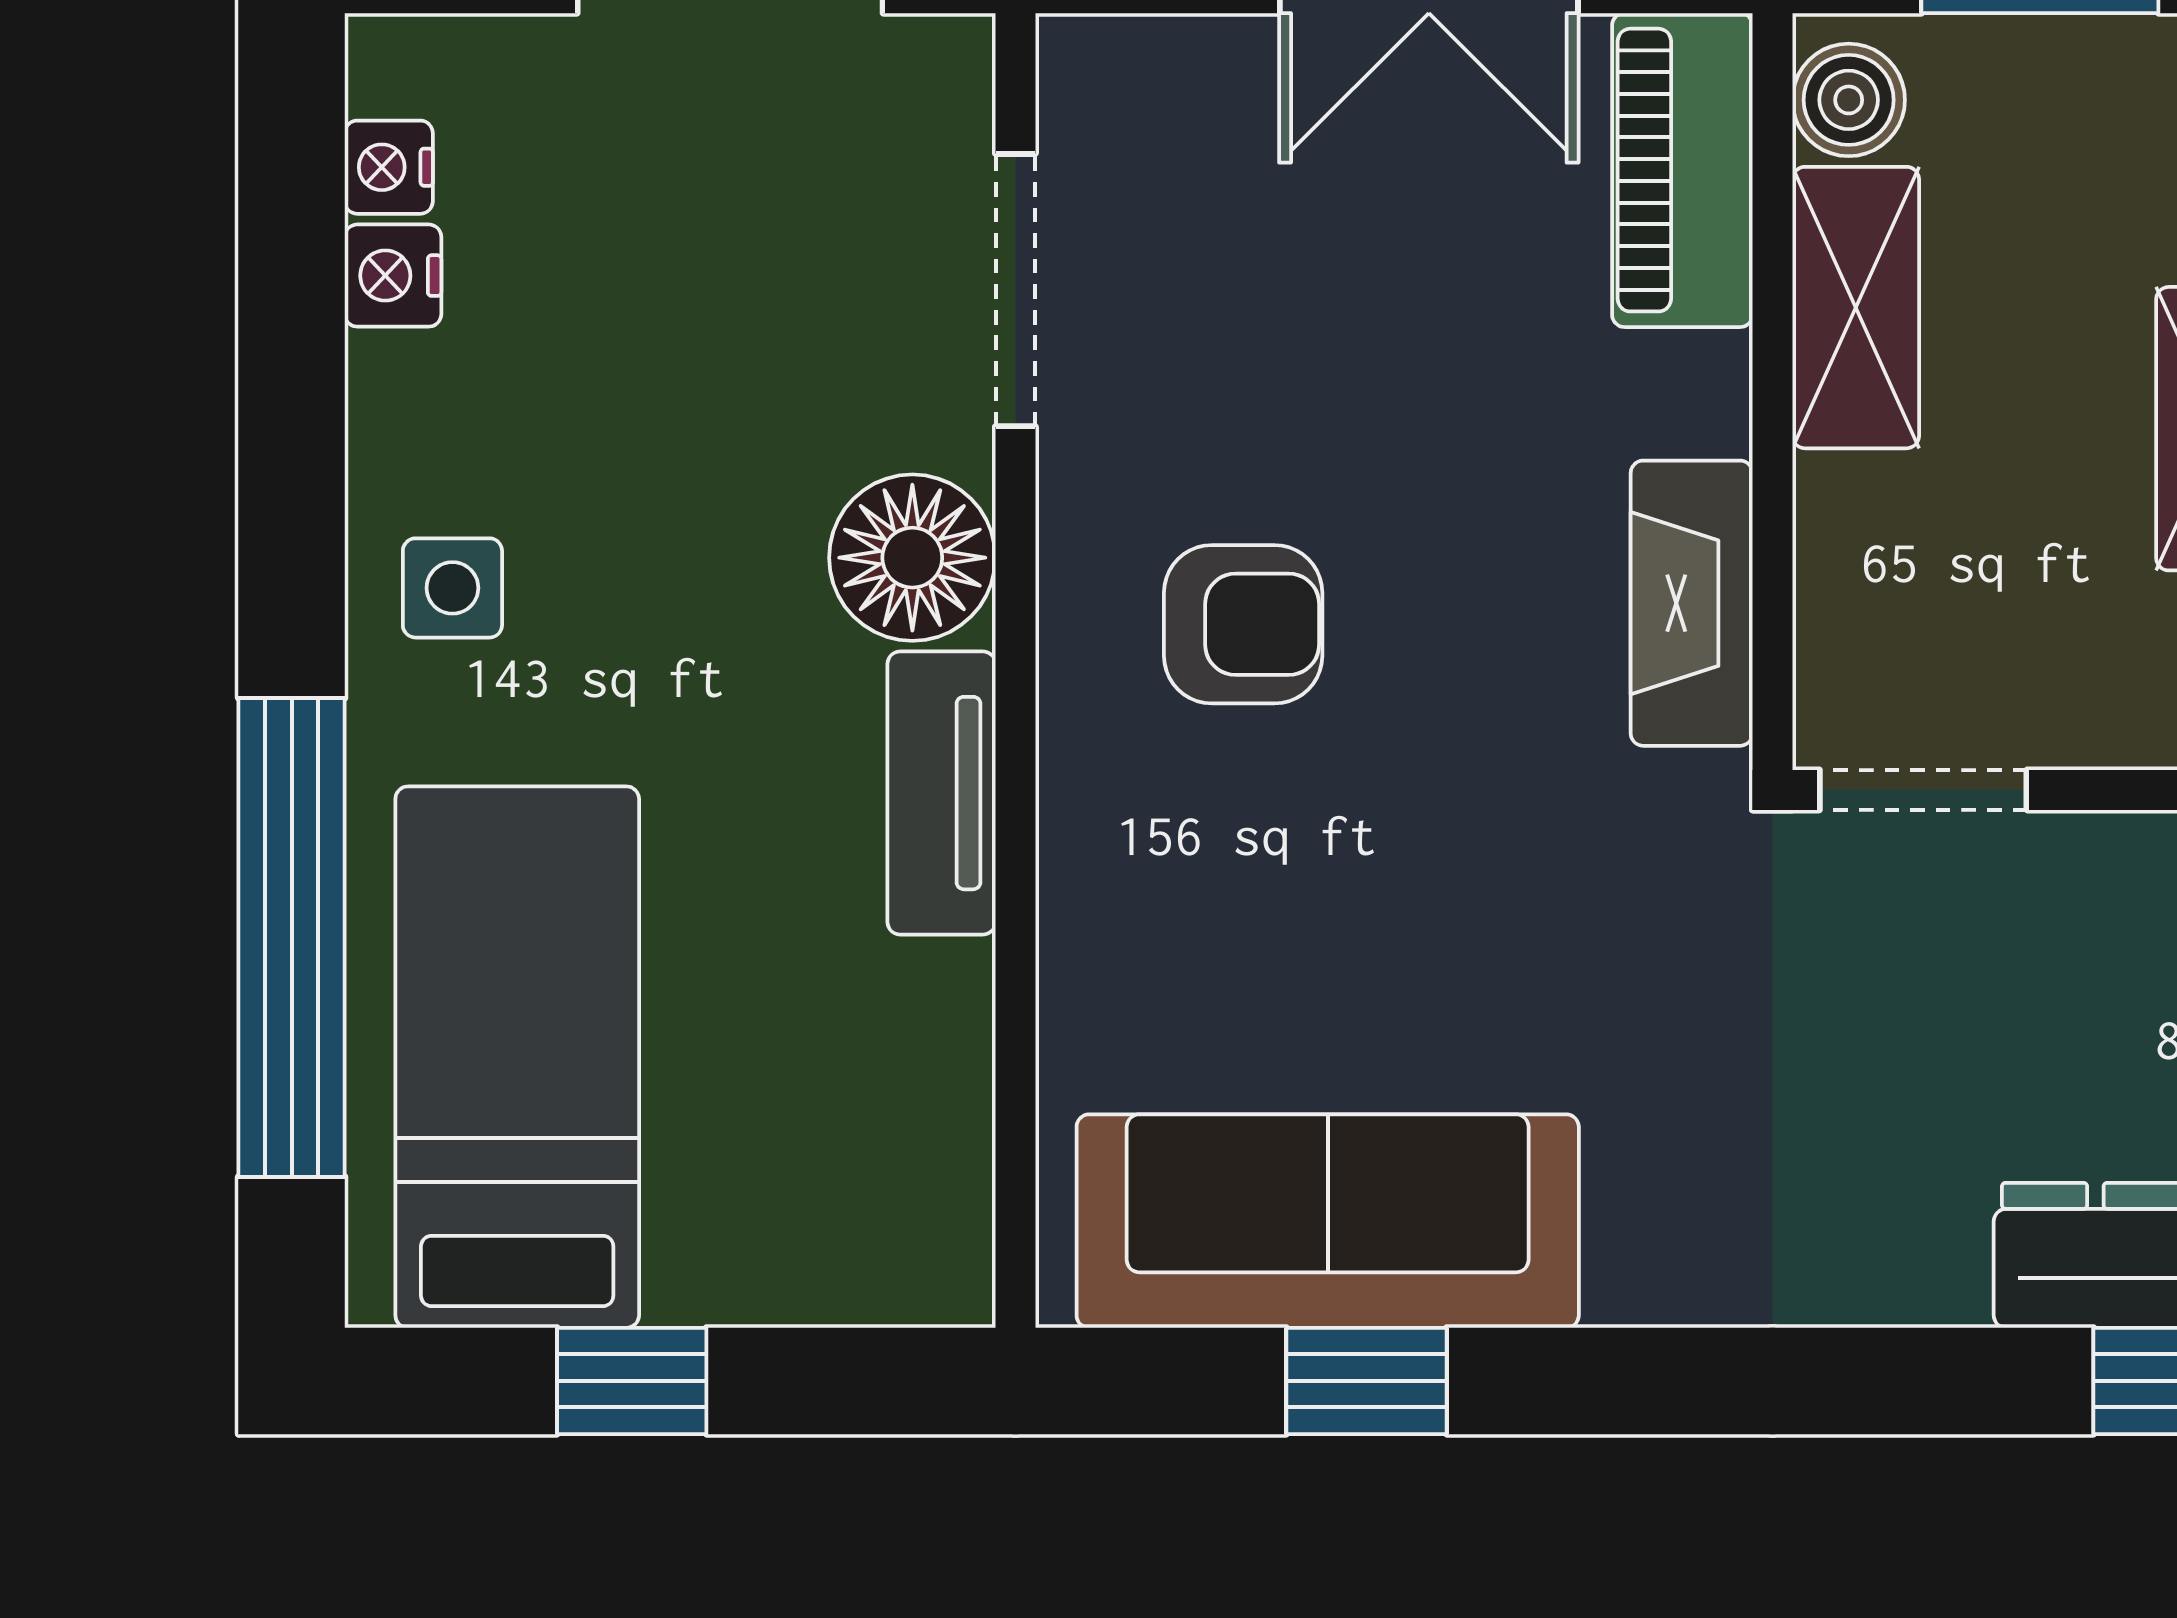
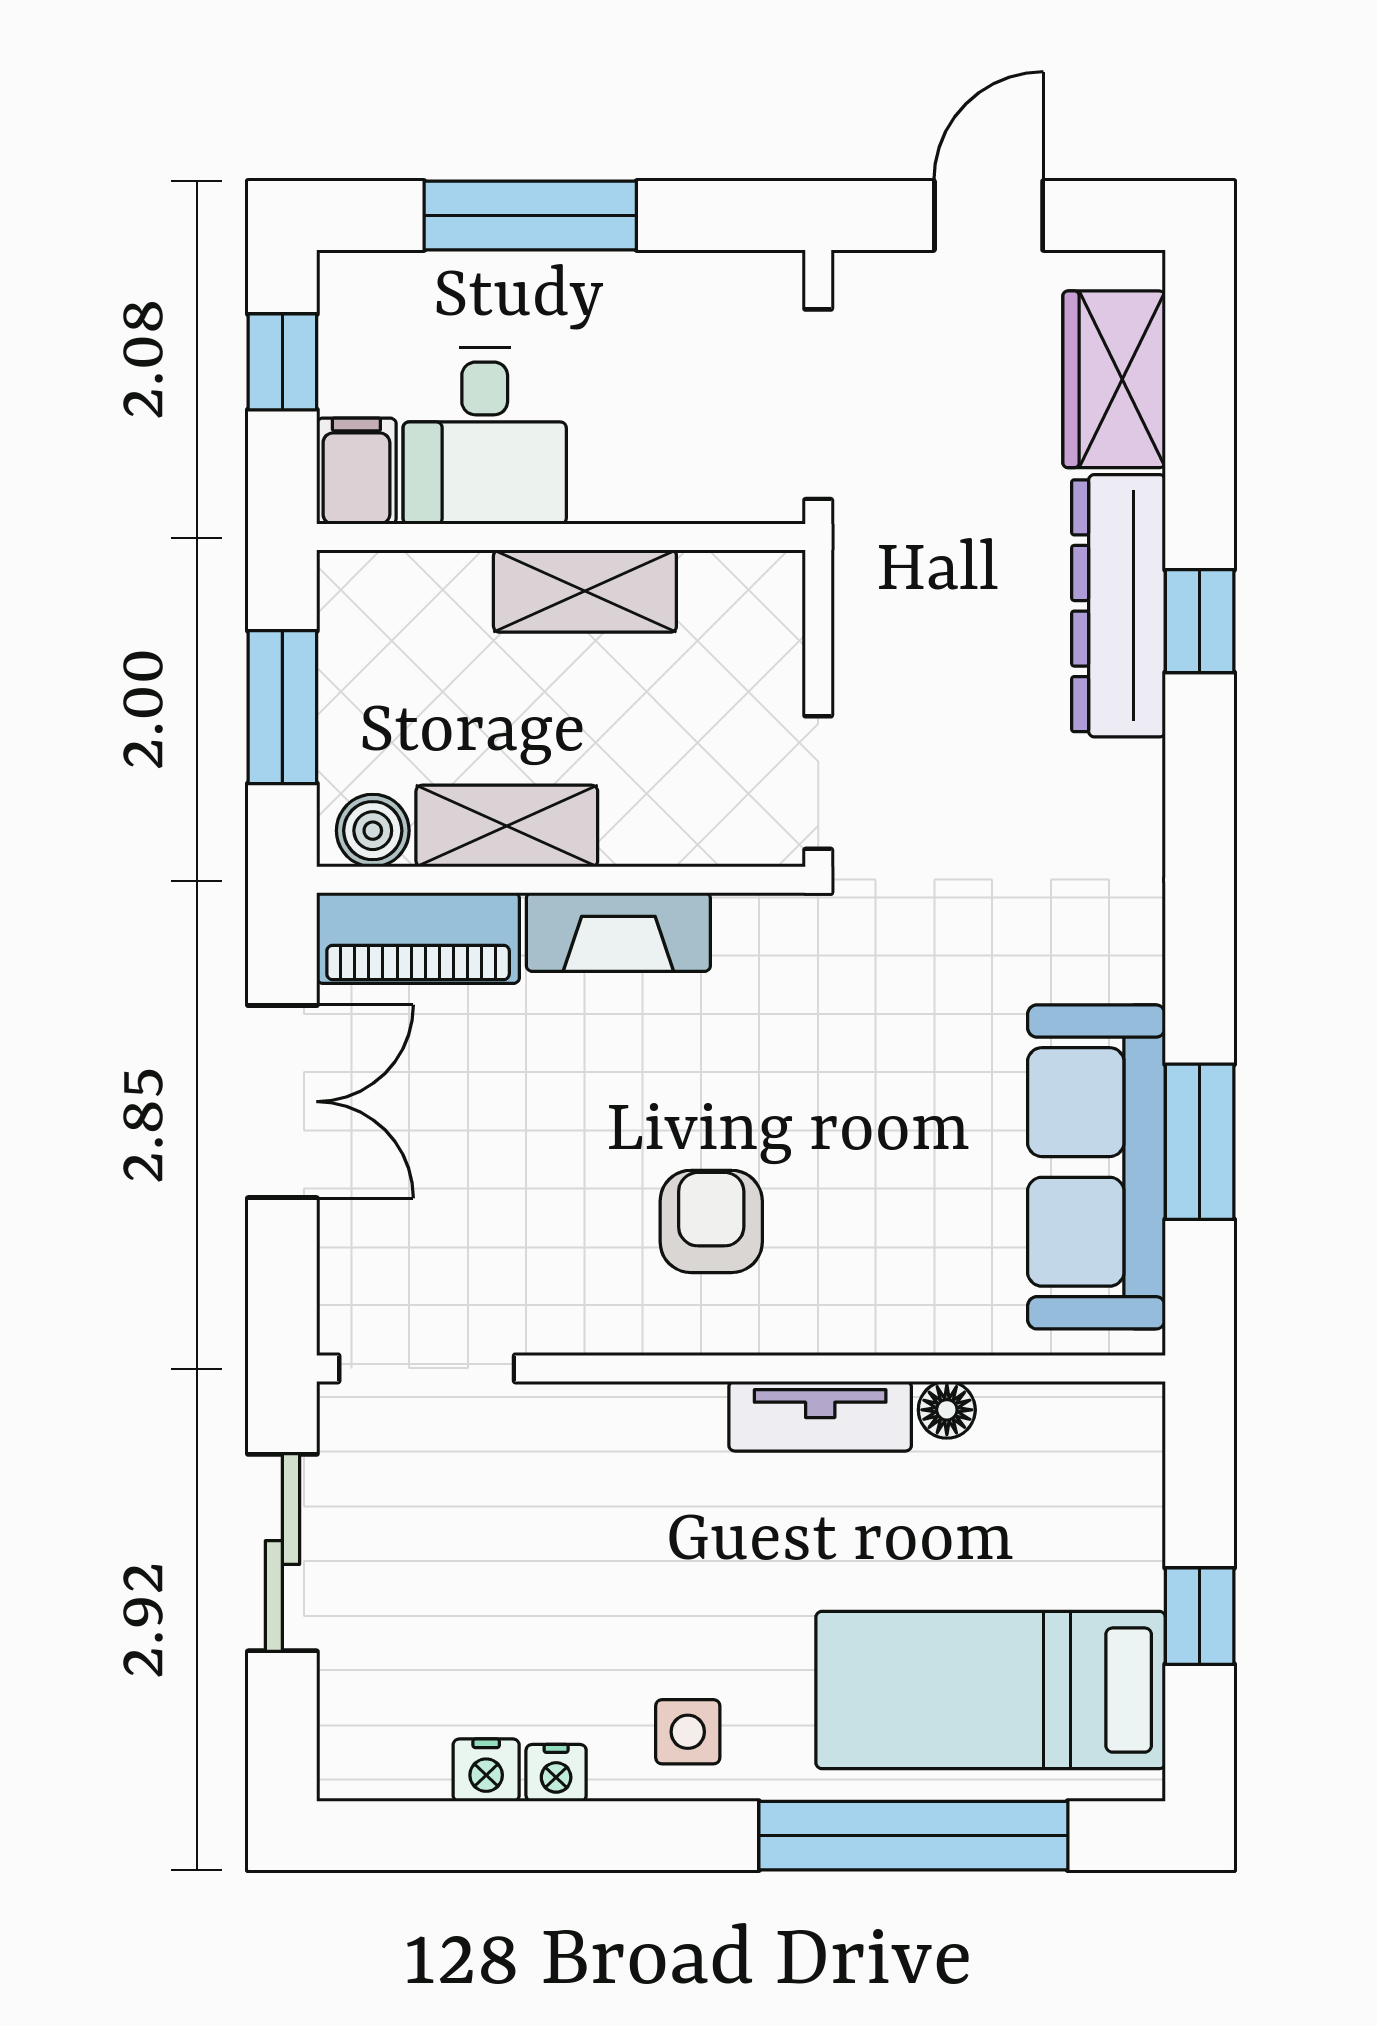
nightstand: (389, 167) -> (556, 1773), moved
doorway: (1015, 290) -> (427, 1368), moved
floor lamp: (912, 558) -> (947, 1410), moved, width x0.53, depth x0.53
fireplace: (1692, 603) -> (618, 932), moved
window: (1367, 1381) -> (1200, 1142), width x1.50

